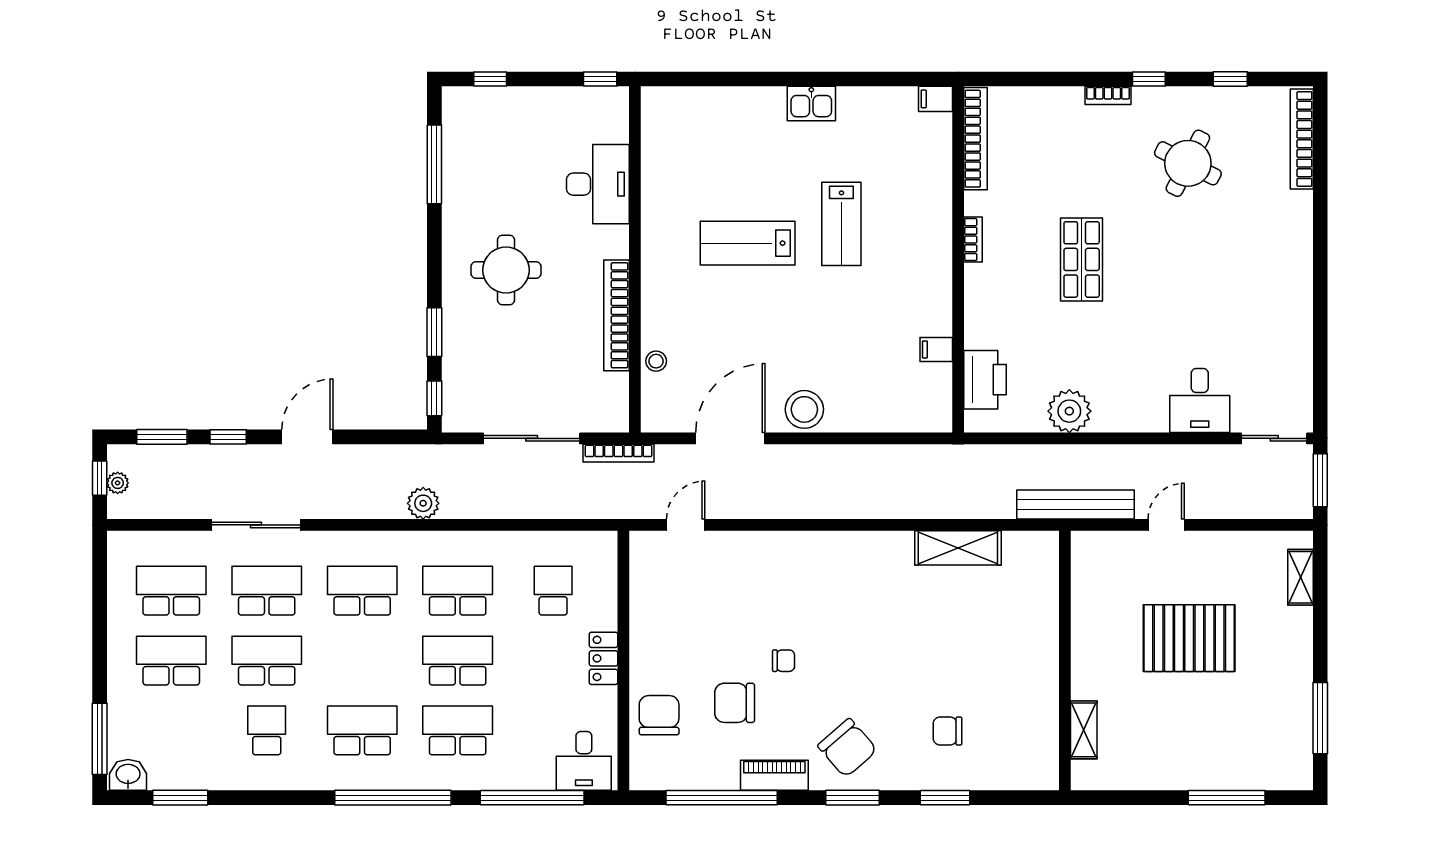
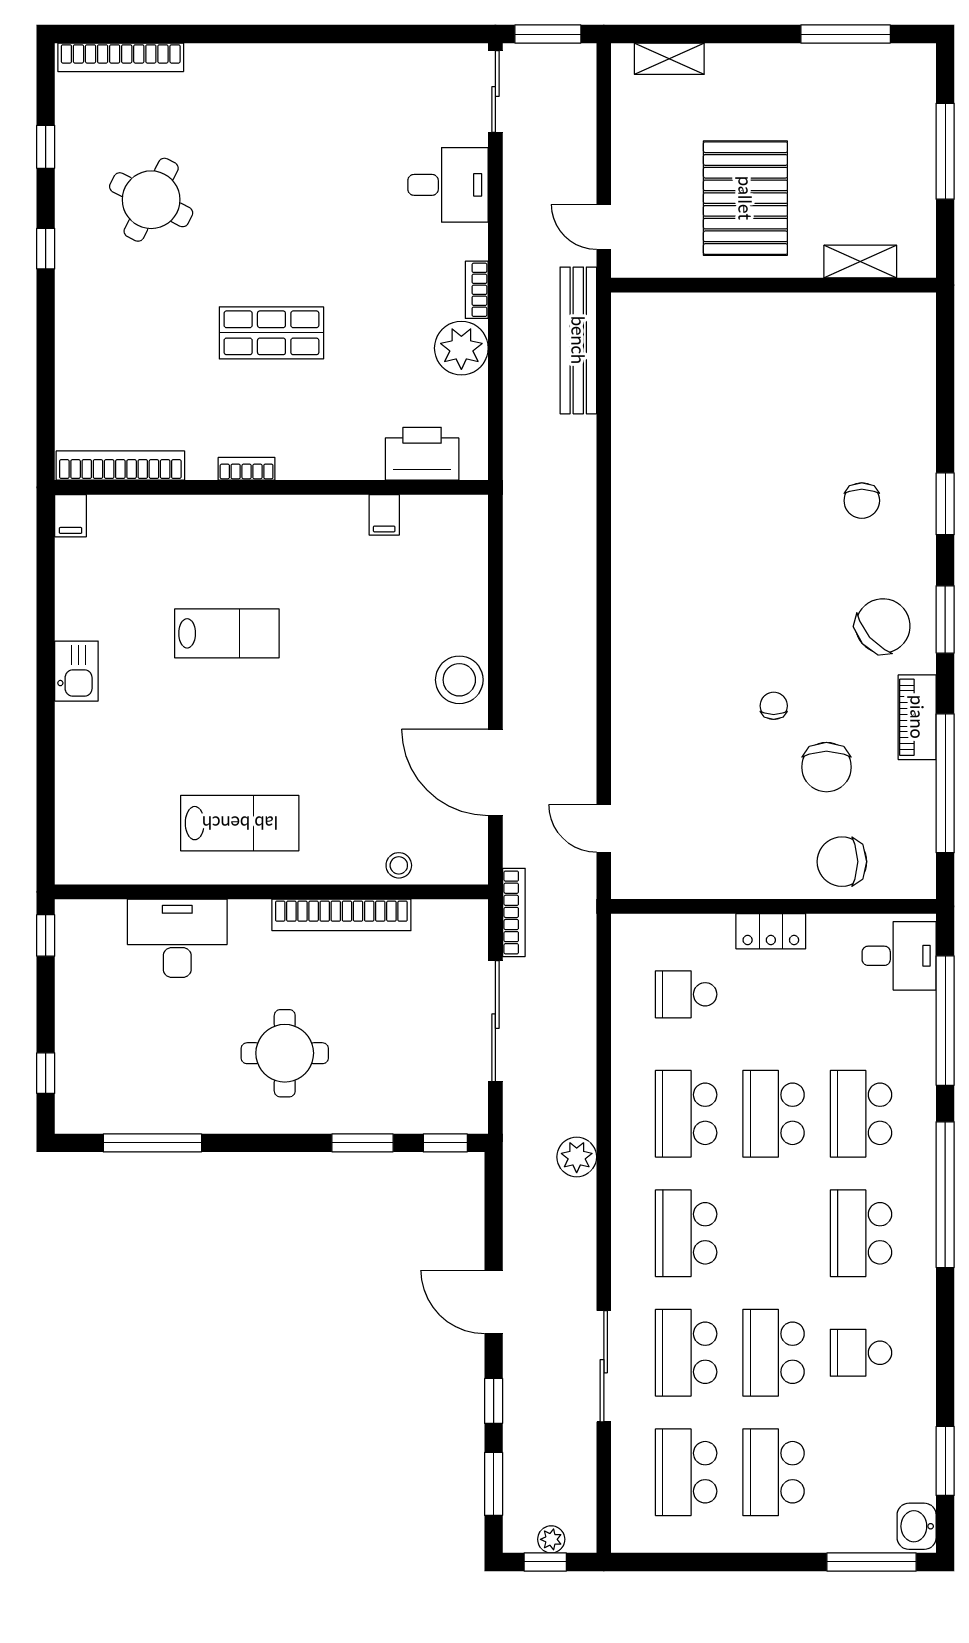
bookcase: (1108, 95) -> (477, 290), moved, turned 180
lab bench: (748, 243) -> (240, 823), moved, turned -90
shelving: (958, 548) -> (633, 488), removed
wall: (1065, 661) -> (774, 285), moved
shelving: (1084, 730) -> (860, 261), moved

